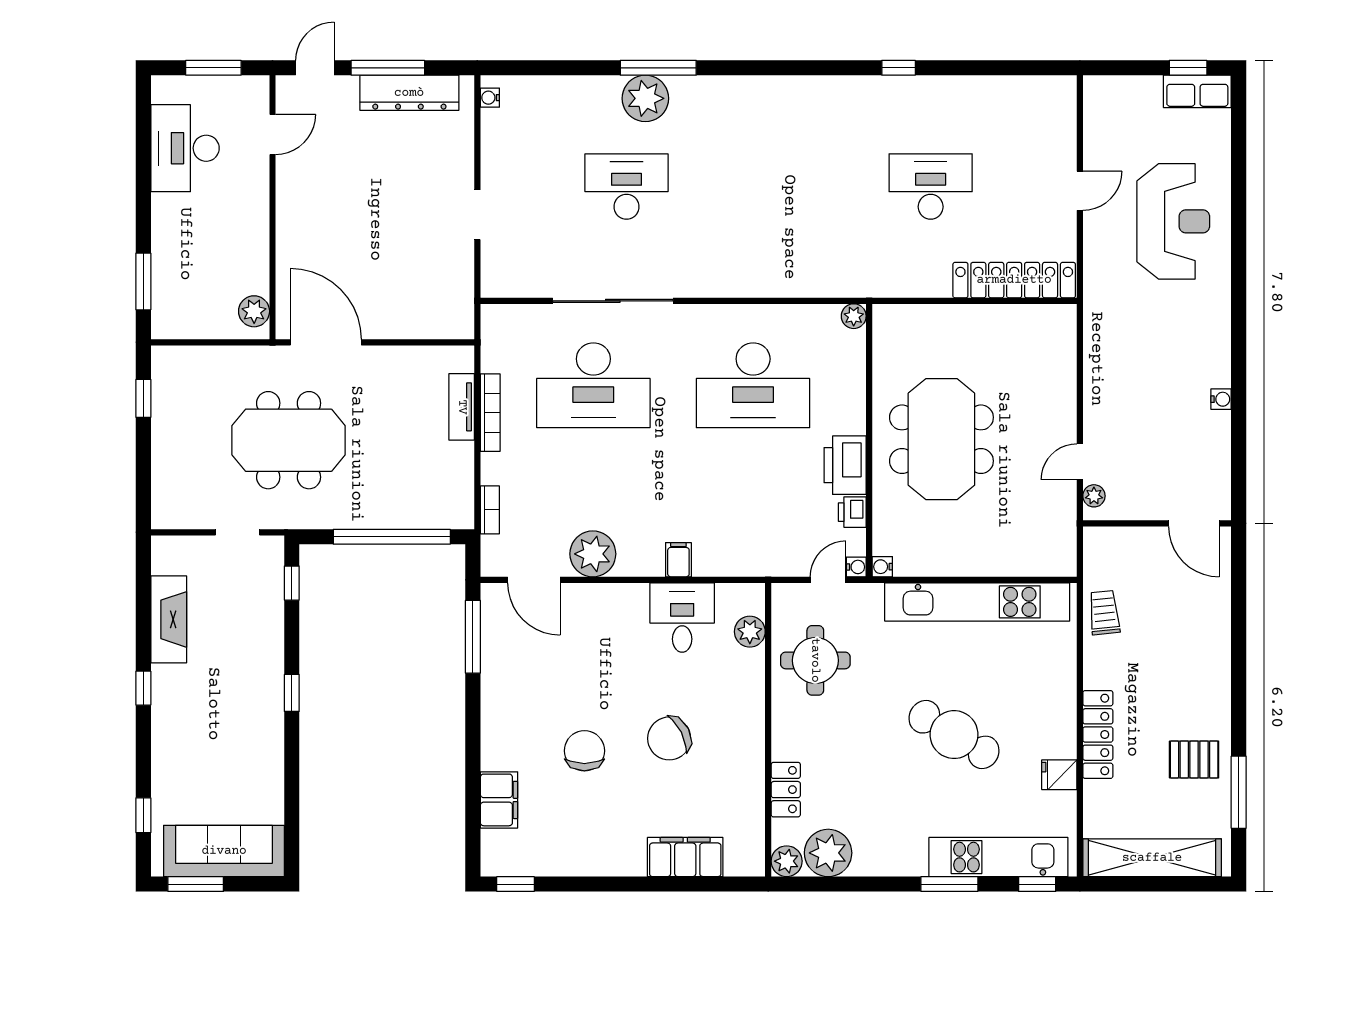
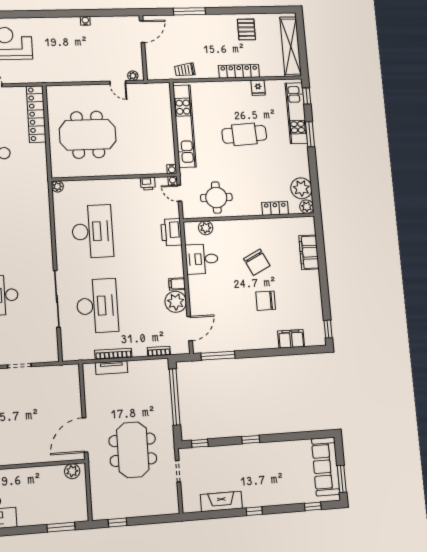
meeting table: (941, 439) -> (88, 135), moved
printer: (845, 465) -> (171, 232), moved, turned 90
filing cabinet: (678, 560) -> (177, 284), moved
cafe table: (954, 735) -> (244, 134), turned 56
window: (1239, 792) -> (189, 11), moved

